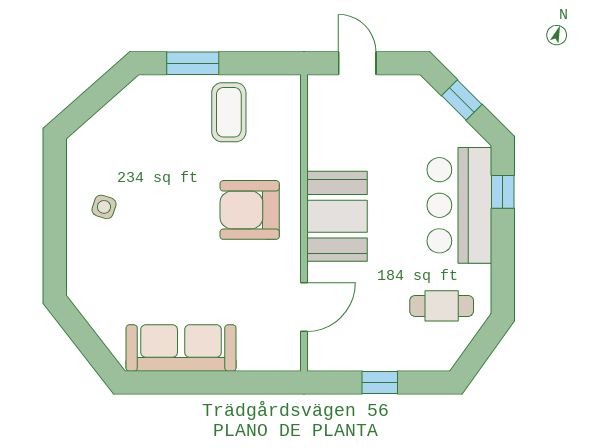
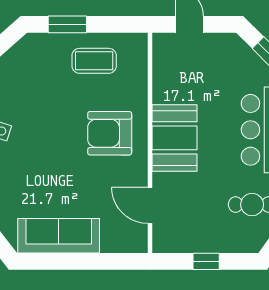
coffee table: (229, 112) -> (94, 61), turned 90
door: (304, 307) -> (150, 205), swing flipped

